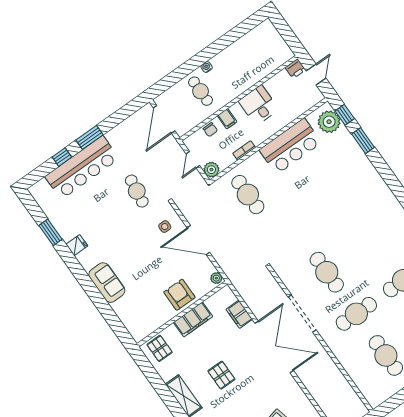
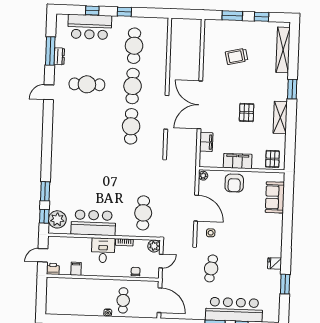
desk: (259, 105) -> (103, 250), moved, turned 180
door: (164, 119) -> (159, 300), hinge flipped
filing cabinet: (227, 119) -> (76, 269), moved
sofa: (107, 283) -> (275, 197), moved
cafe table: (356, 314) -> (133, 86), turned 90

